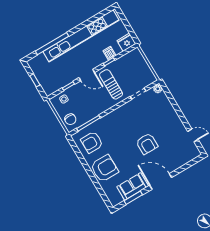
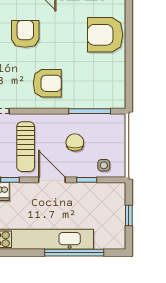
chair: (70, 119) -> (75, 142), moved
armchair: (92, 142) -> (47, 83), moved

